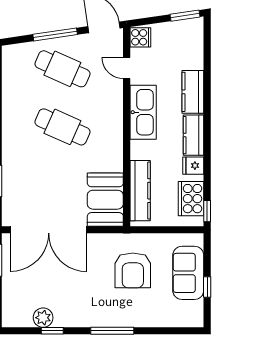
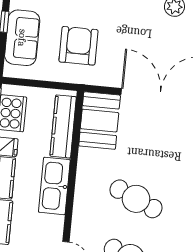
kitchen sink: (143, 112) -> (54, 186), moved

